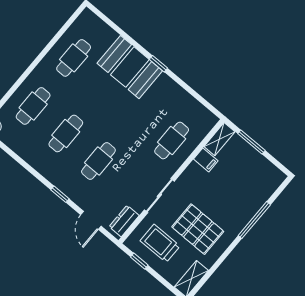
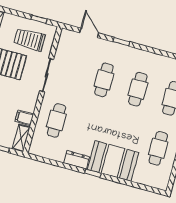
dresser: (124, 221) -> (77, 160), moved, turned -90
trolley: (160, 243) -> (30, 40), turned 180

